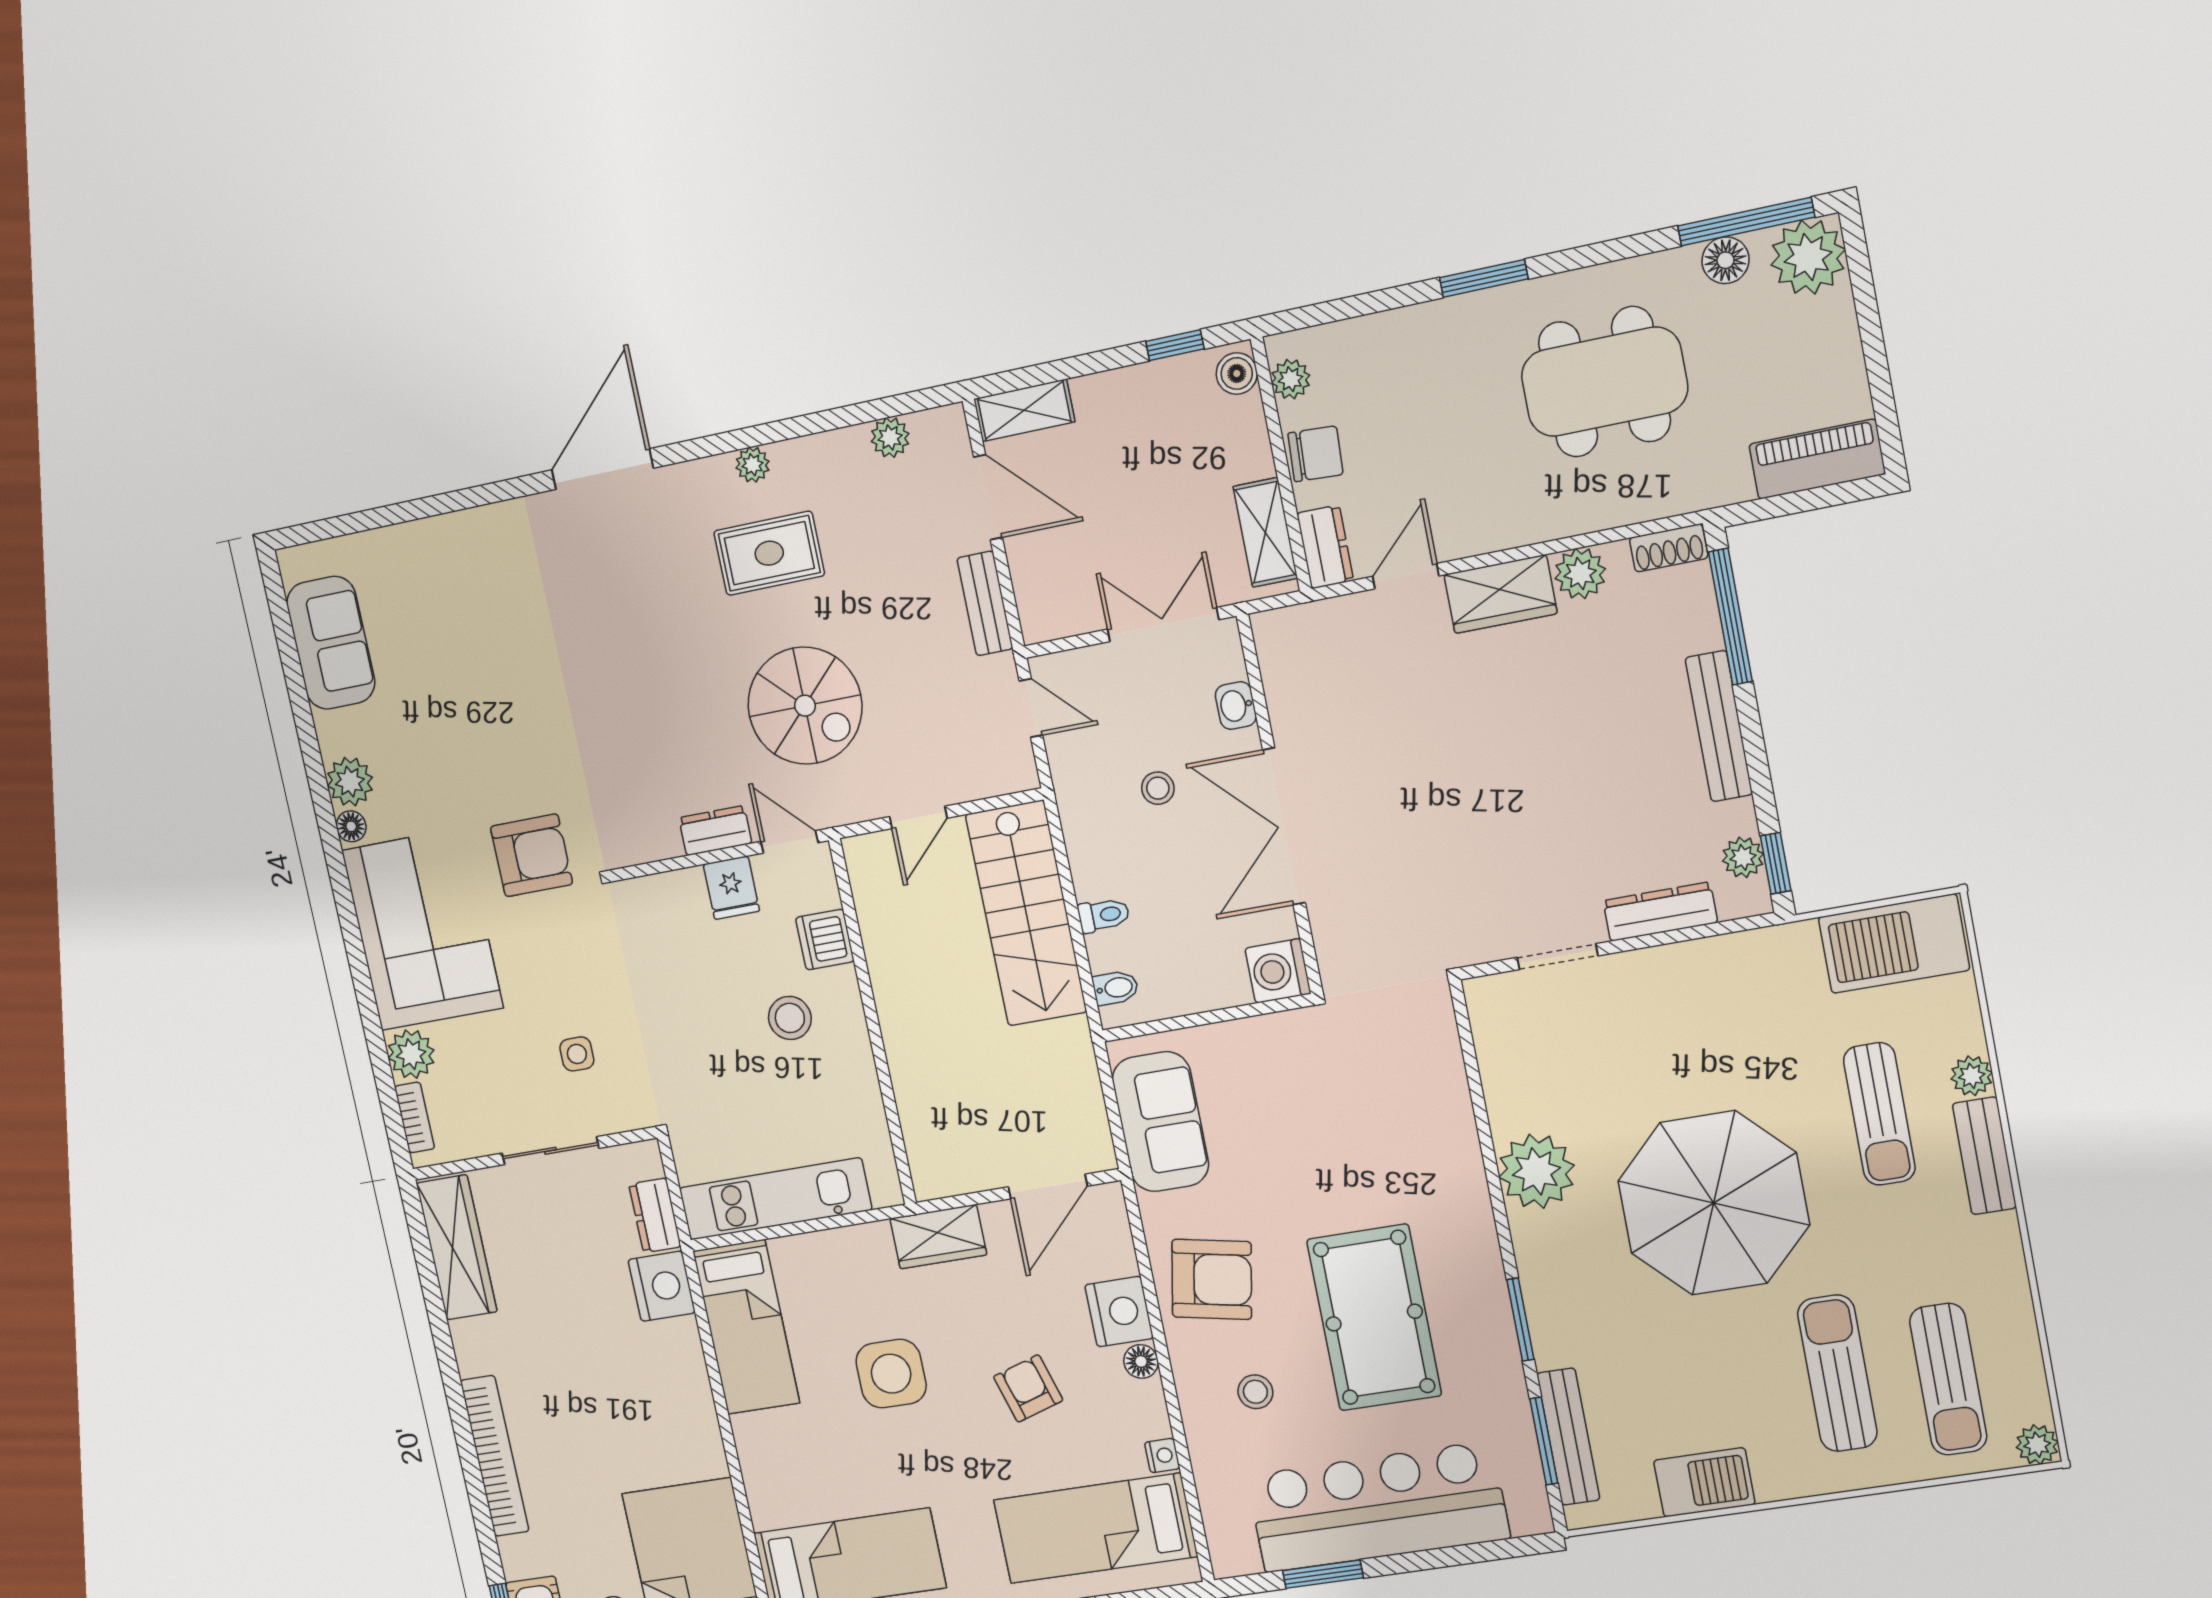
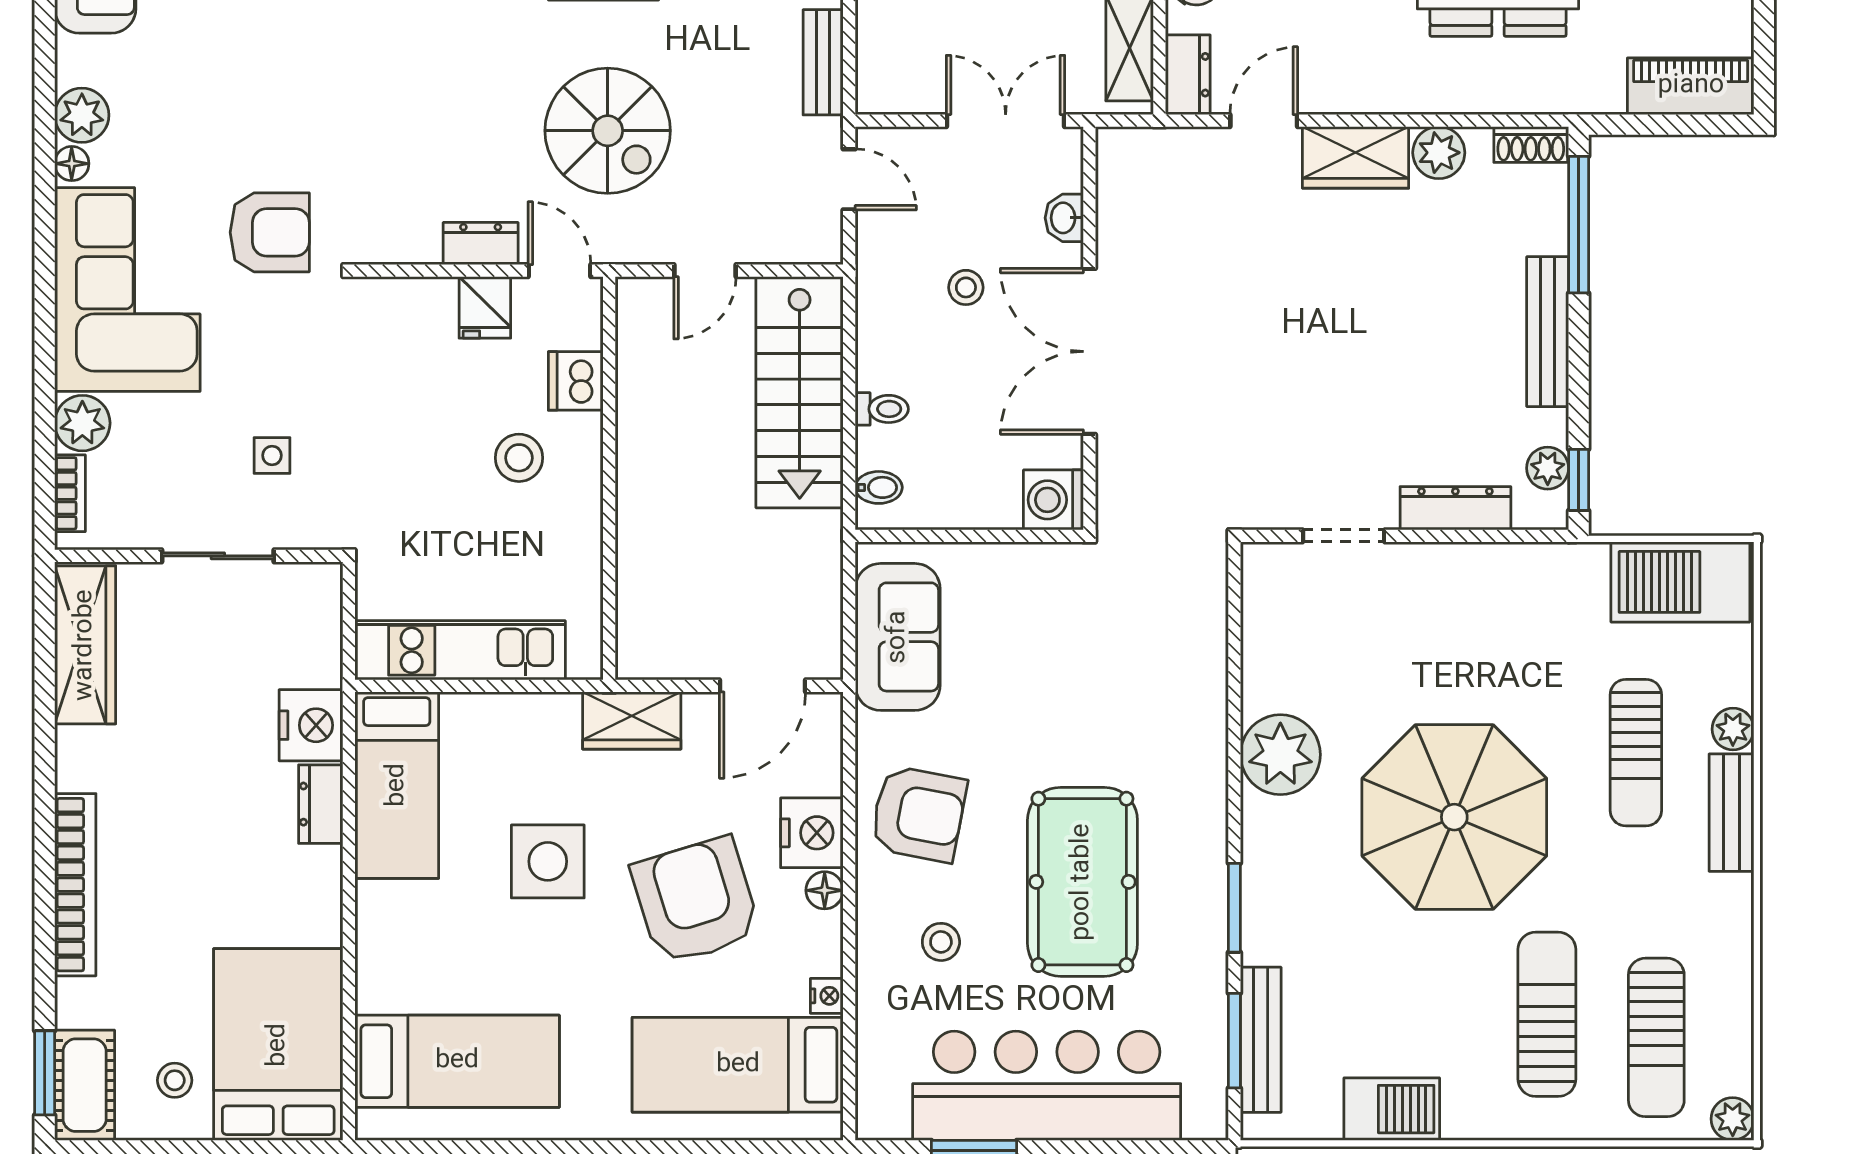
dresser: (655, 1215) -> (321, 804), moved
armchair: (1028, 1388) -> (696, 901), width x1.88, depth x1.88

